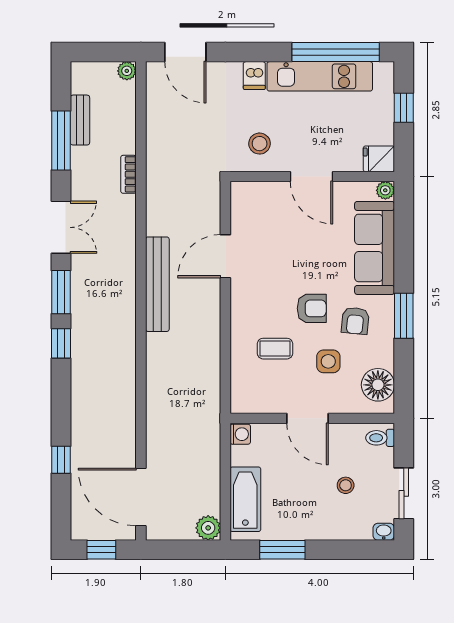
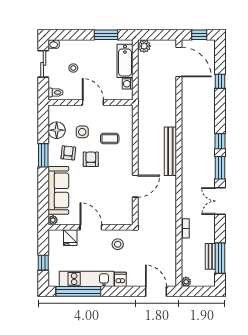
window: (61, 141) -> (220, 258), moved
fridge: (379, 159) -> (70, 238), moved, turned 90
bench: (157, 284) -> (170, 151), moved
armchair: (312, 308) -> (91, 159), turned 90
floor lamp: (378, 385) -> (57, 130), moved
washing machine: (240, 434) -> (128, 84), moved

